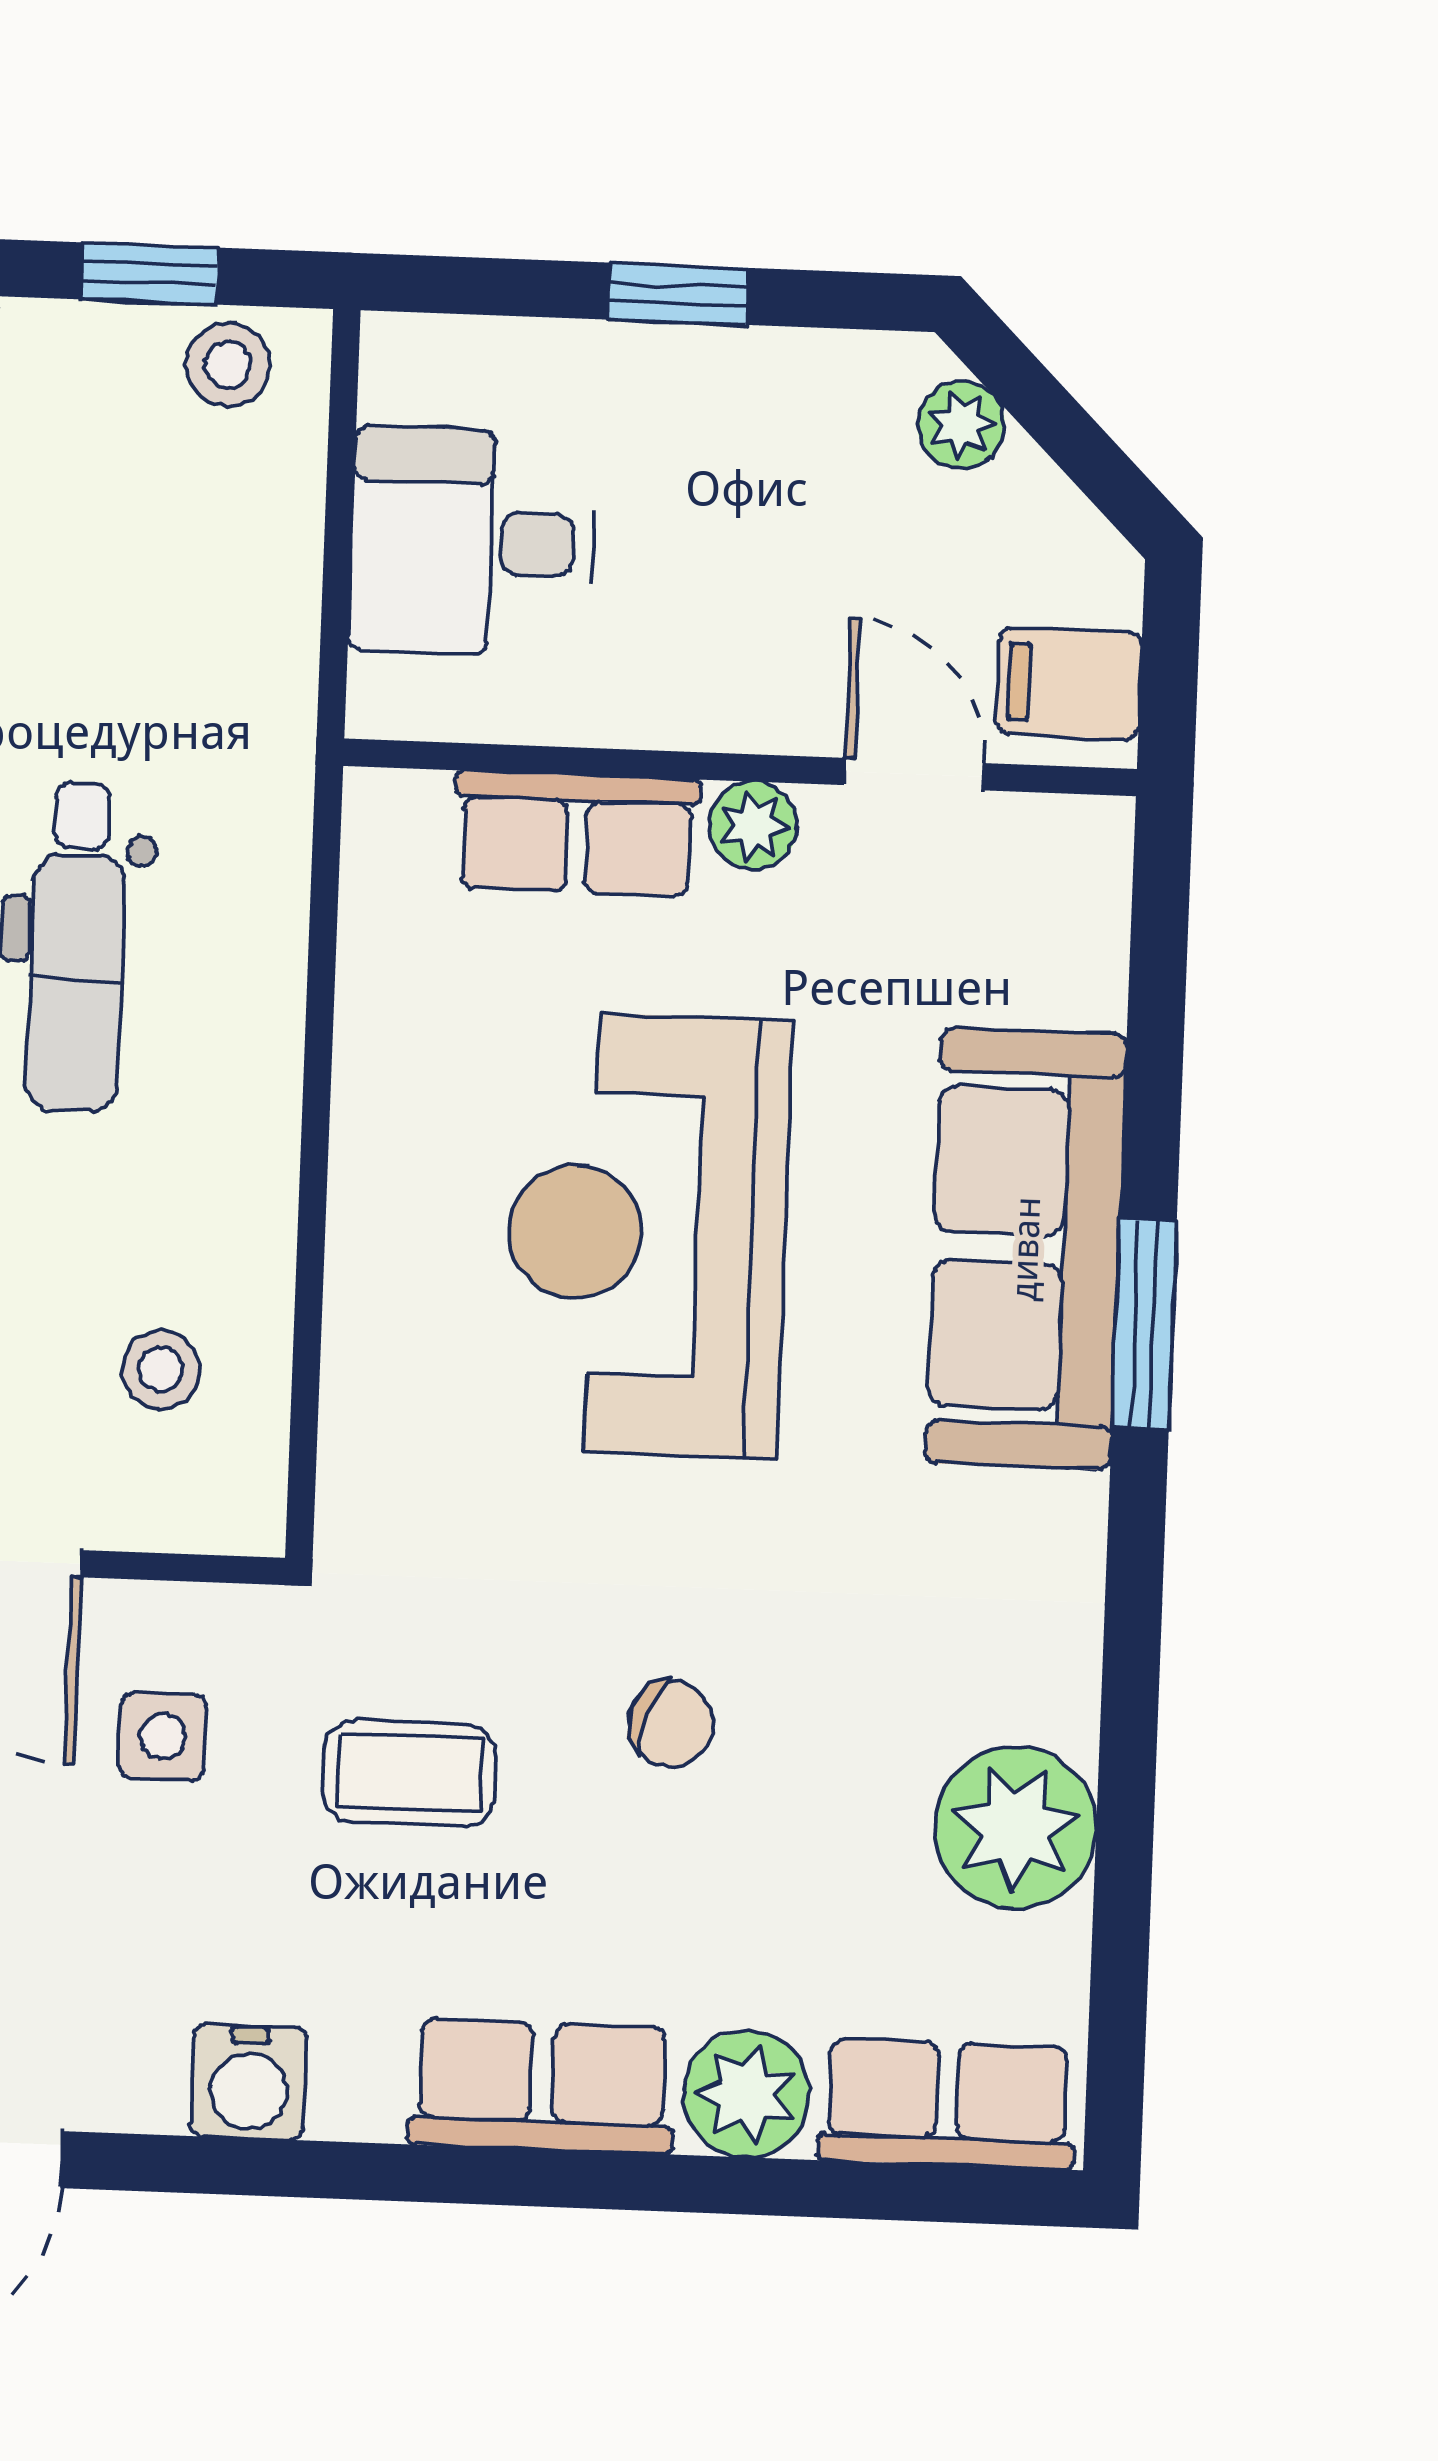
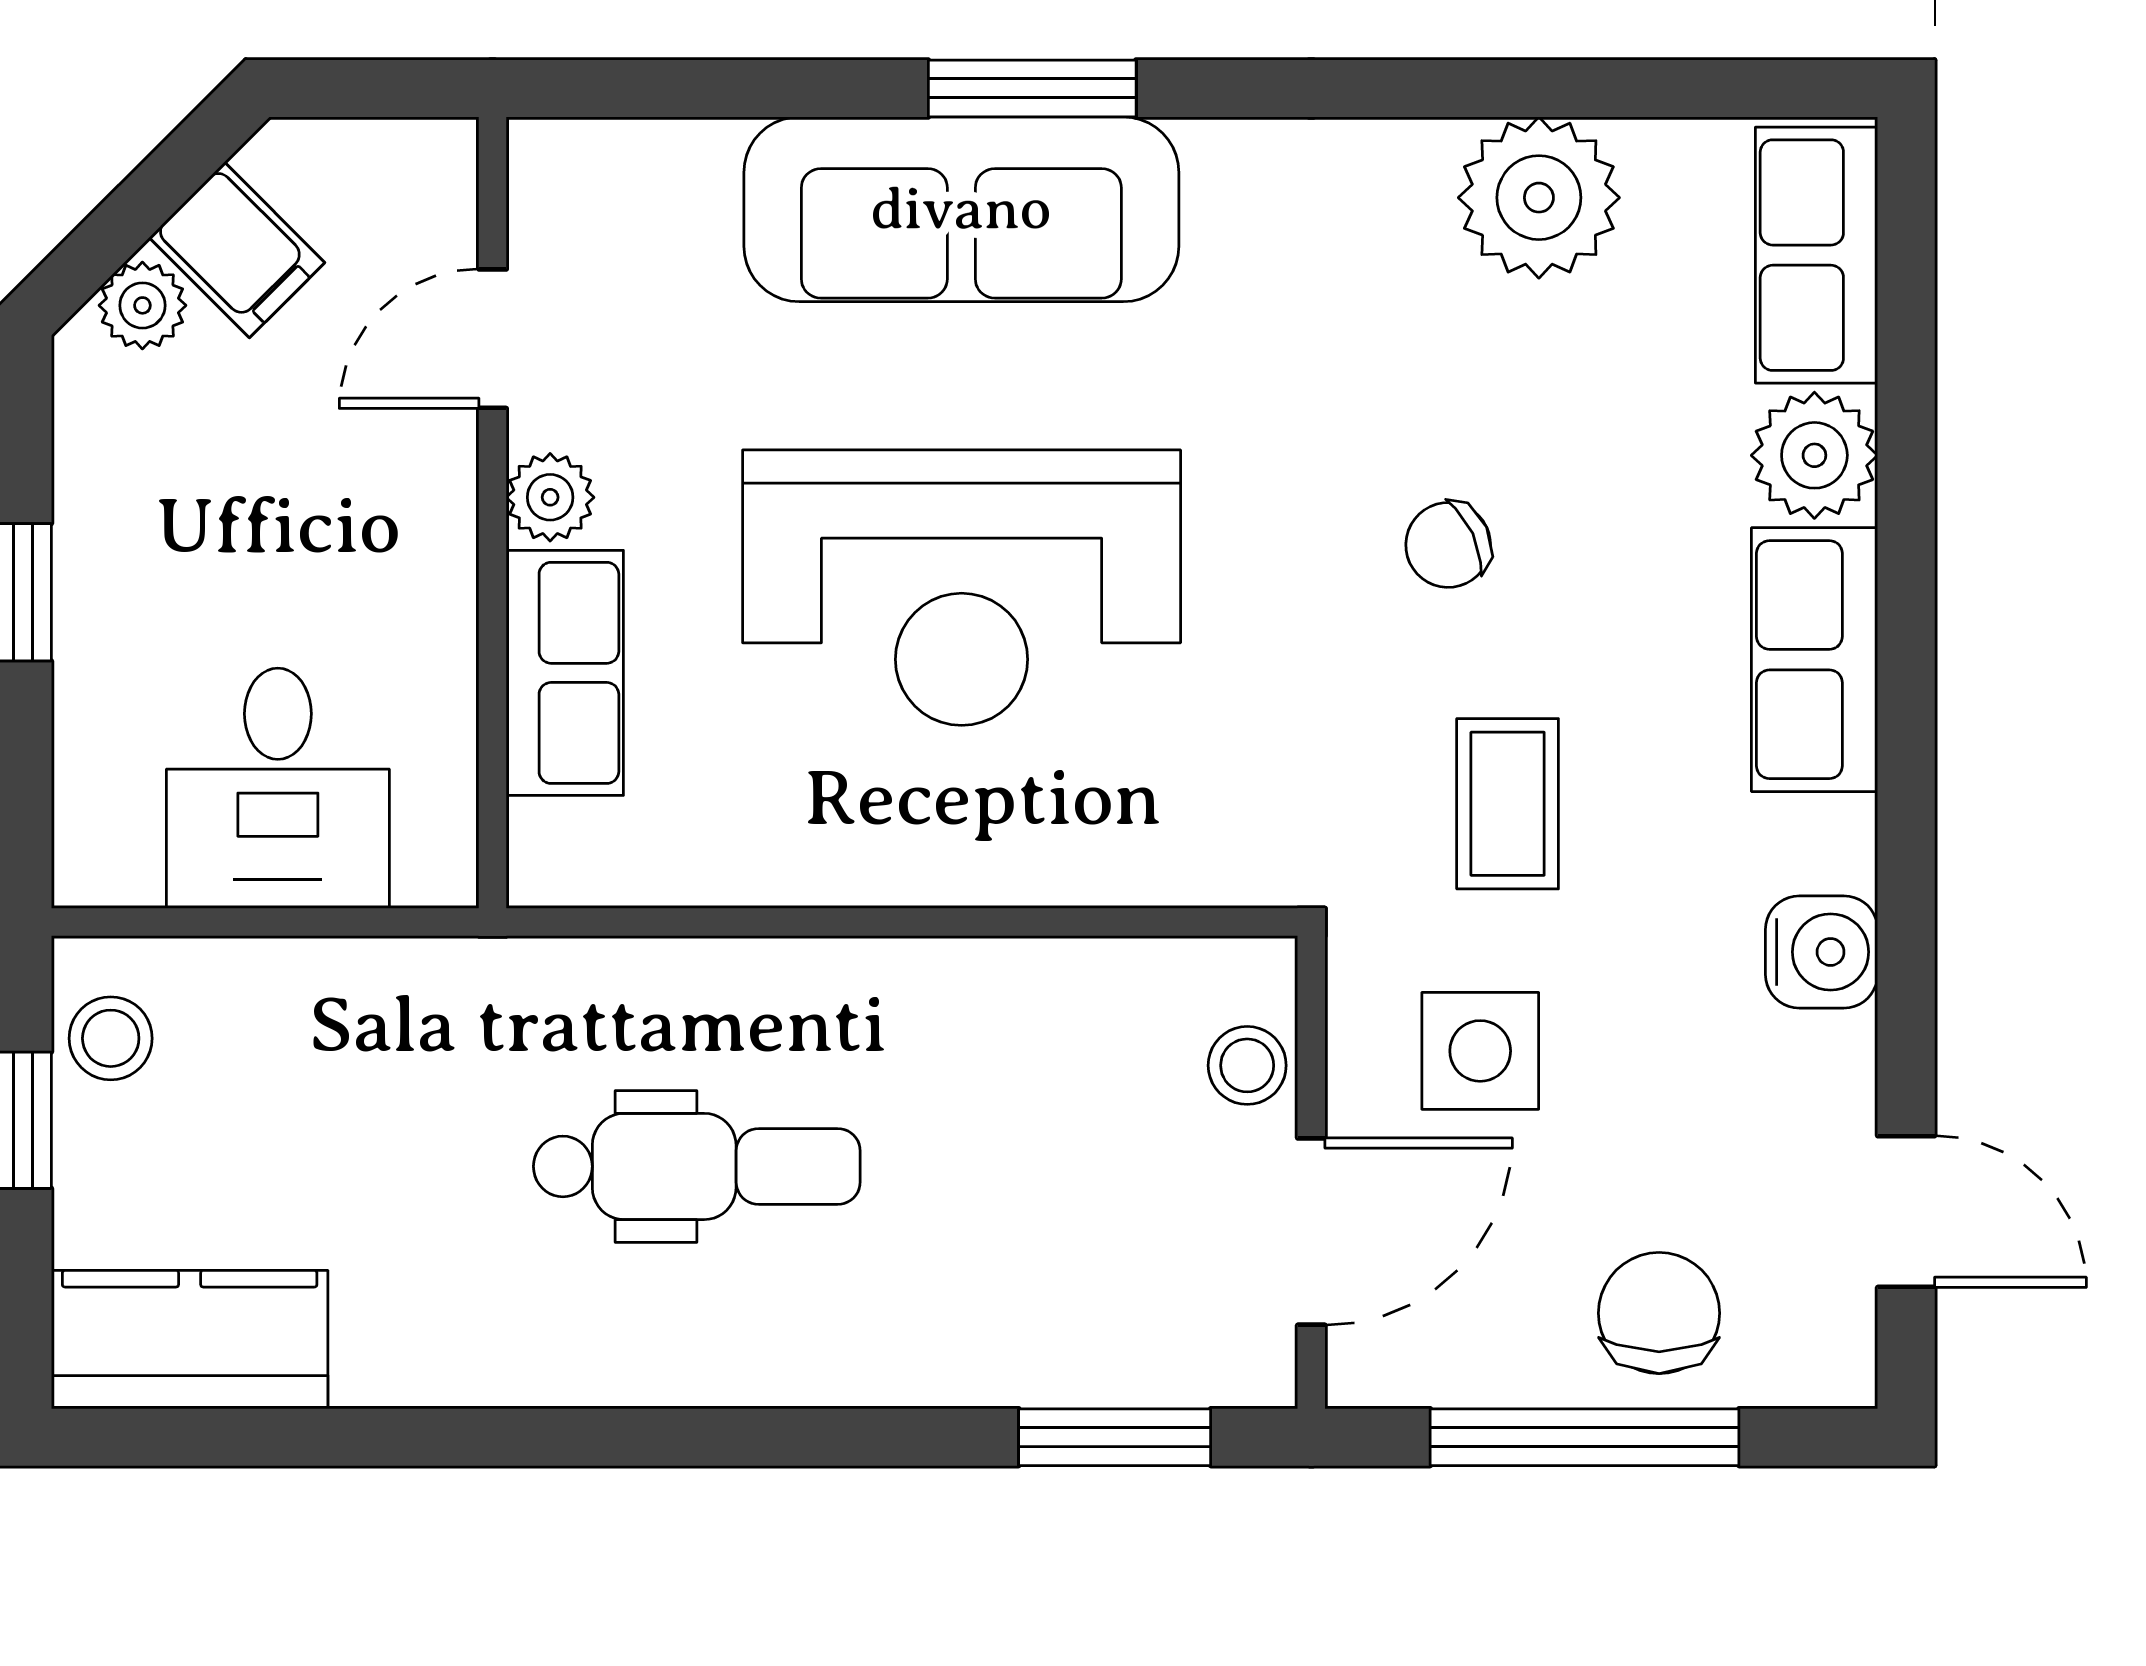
filing cabinet: (1069, 684) -> (237, 250), moved, turned -45
stool: (161, 1370) -> (1247, 1065), moved
chair: (671, 1724) -> (1448, 545), turned -135
side table: (163, 1736) -> (1480, 1051), width x1.37, depth x1.37

